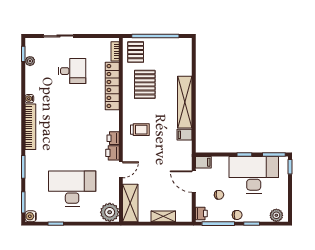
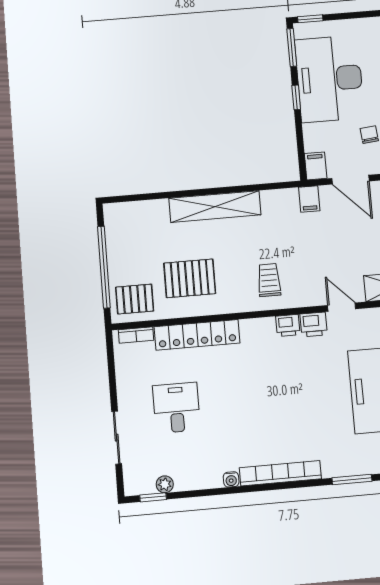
filing cabinet: (184, 135) -> (309, 199), moved
door: (194, 182) -> (351, 180), hinge flipped

